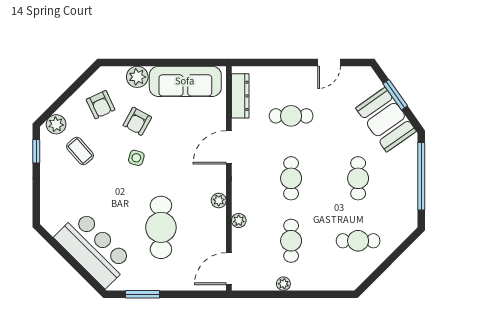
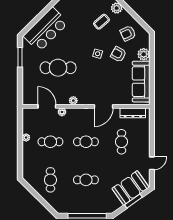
door: (329, 62) -> (152, 163), swing flipped
booth: (386, 120) -> (130, 188), moved
door: (229, 147) -> (104, 106), swing flipped
door: (229, 269) -> (47, 106), moved

